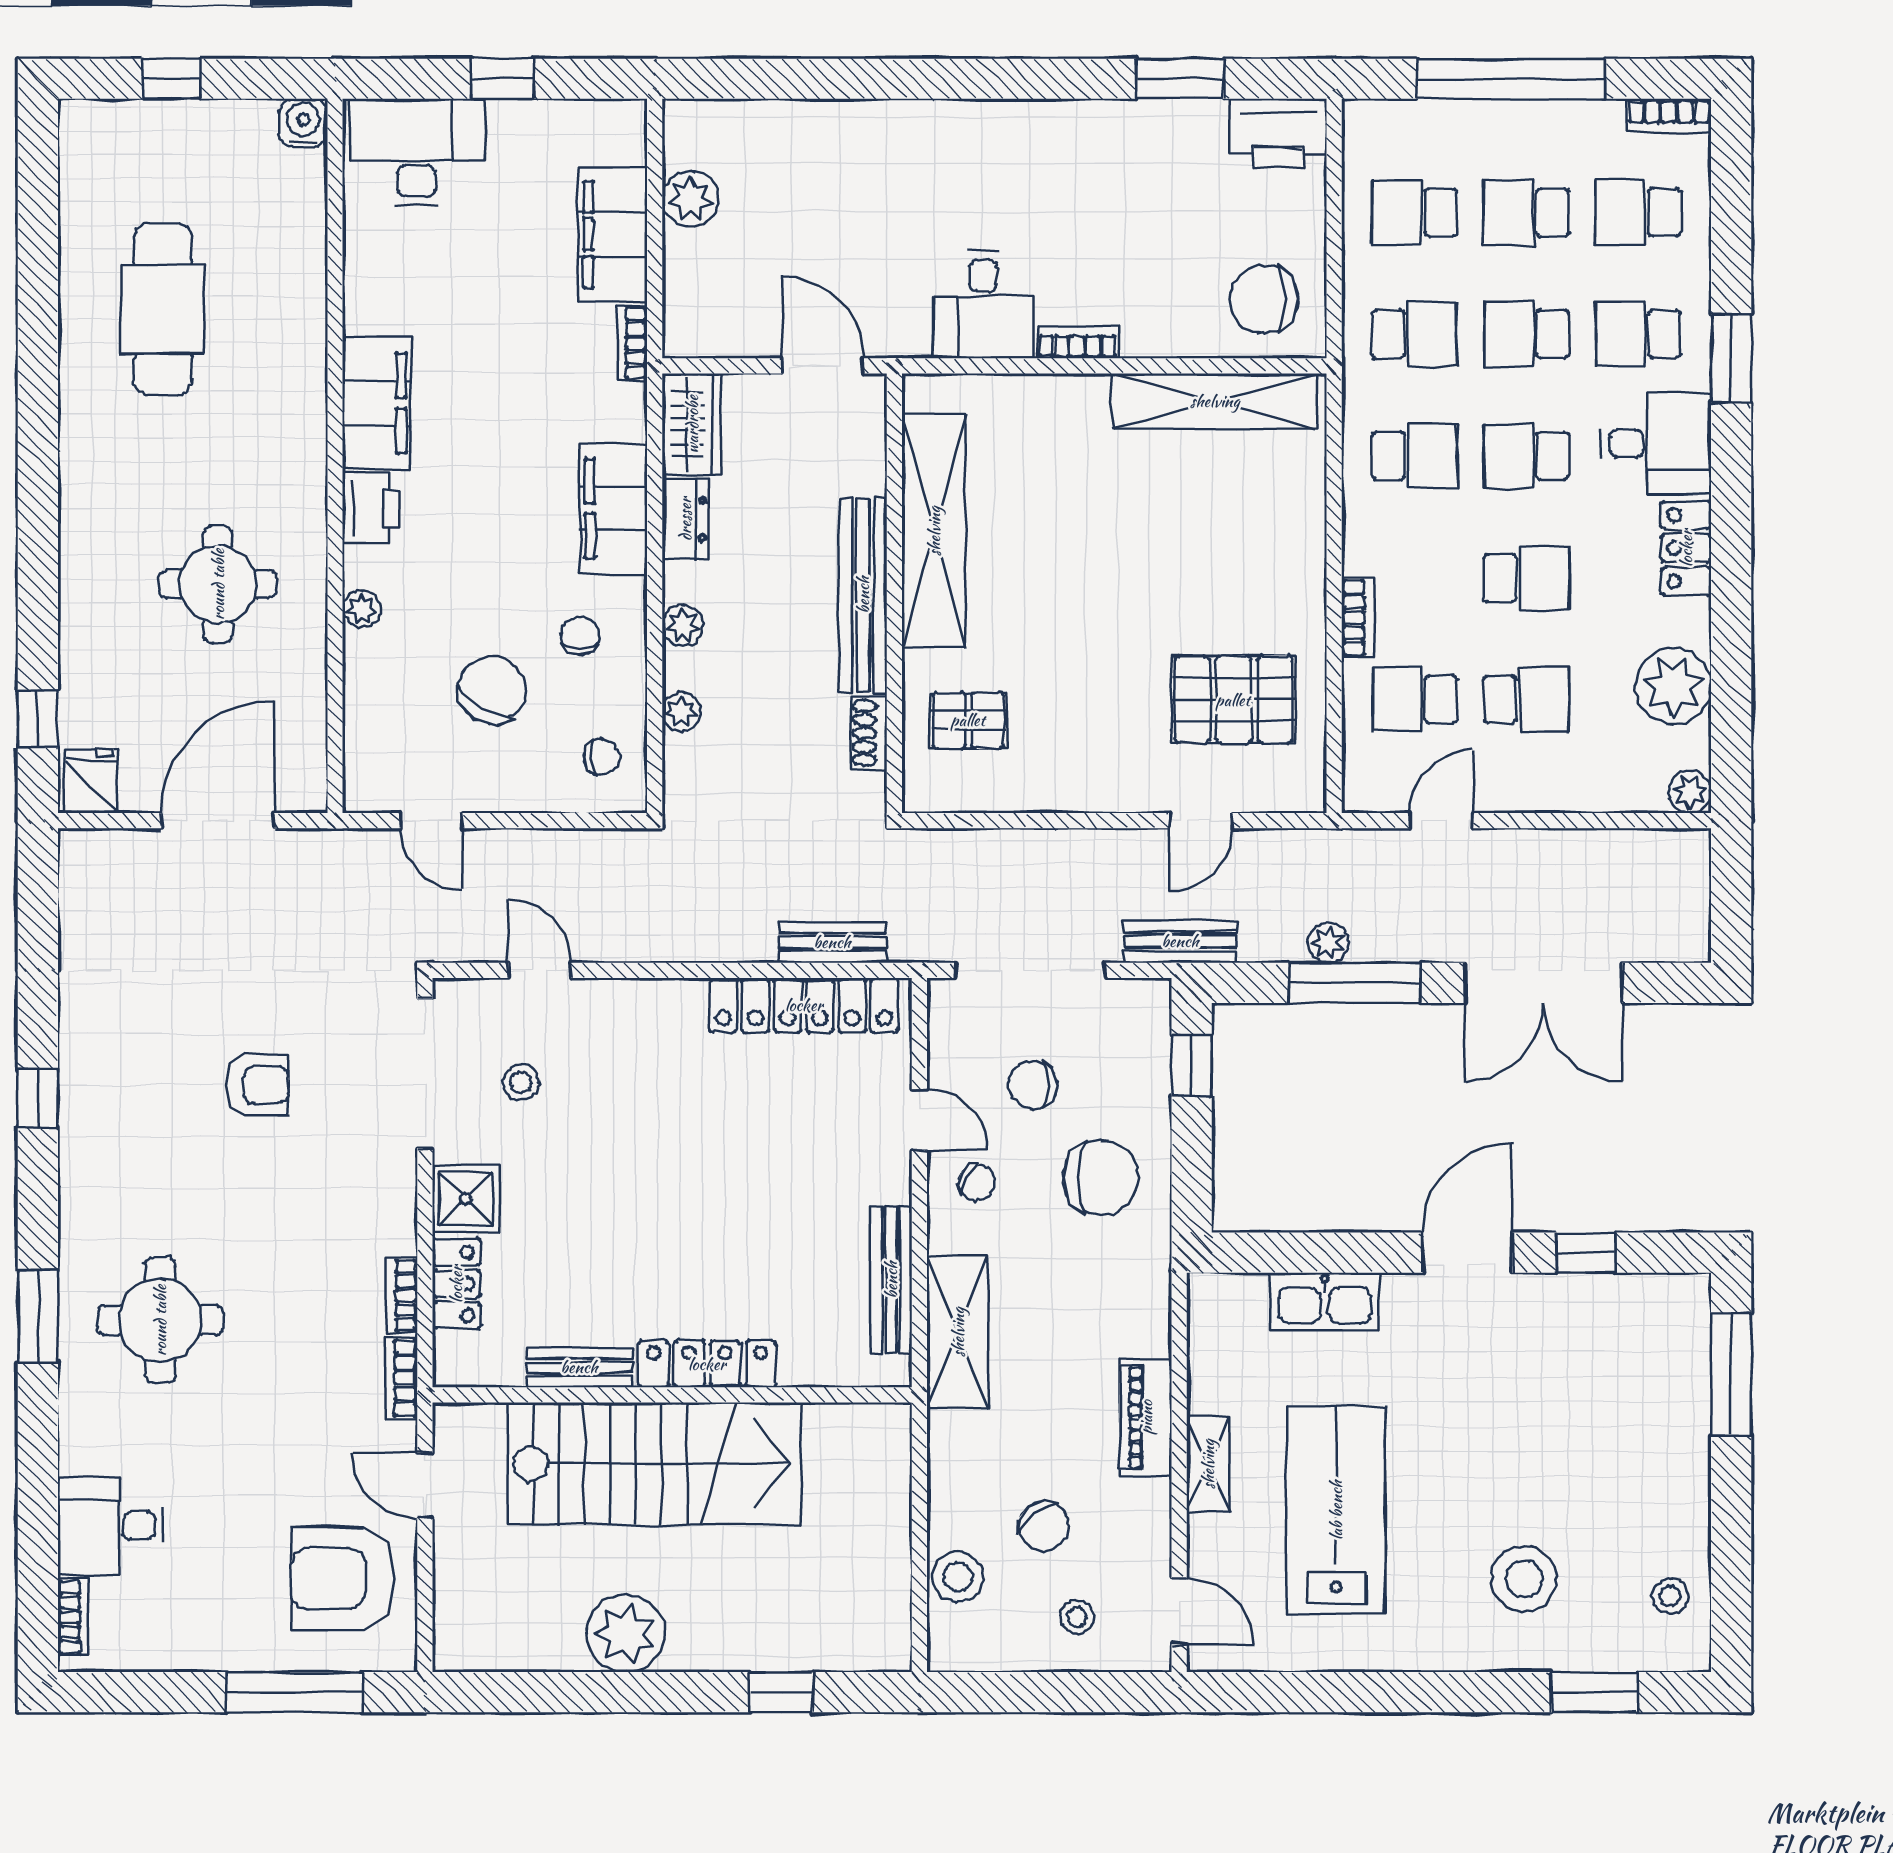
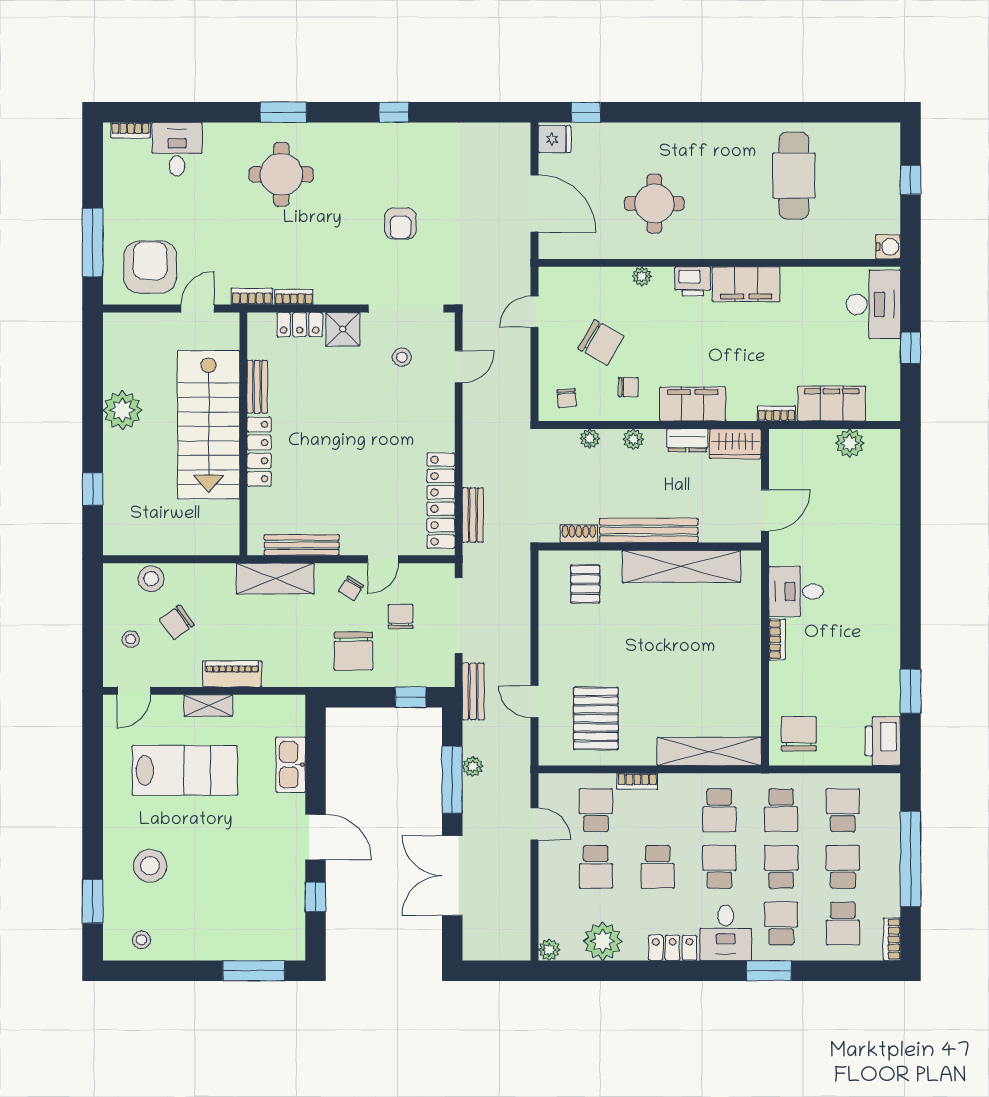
school desk: (1638, 212) -> (843, 924), turned 180
cafe table: (163, 309) -> (794, 176), turned 90
shelving: (1215, 401) -> (709, 751), moved, turned 90

